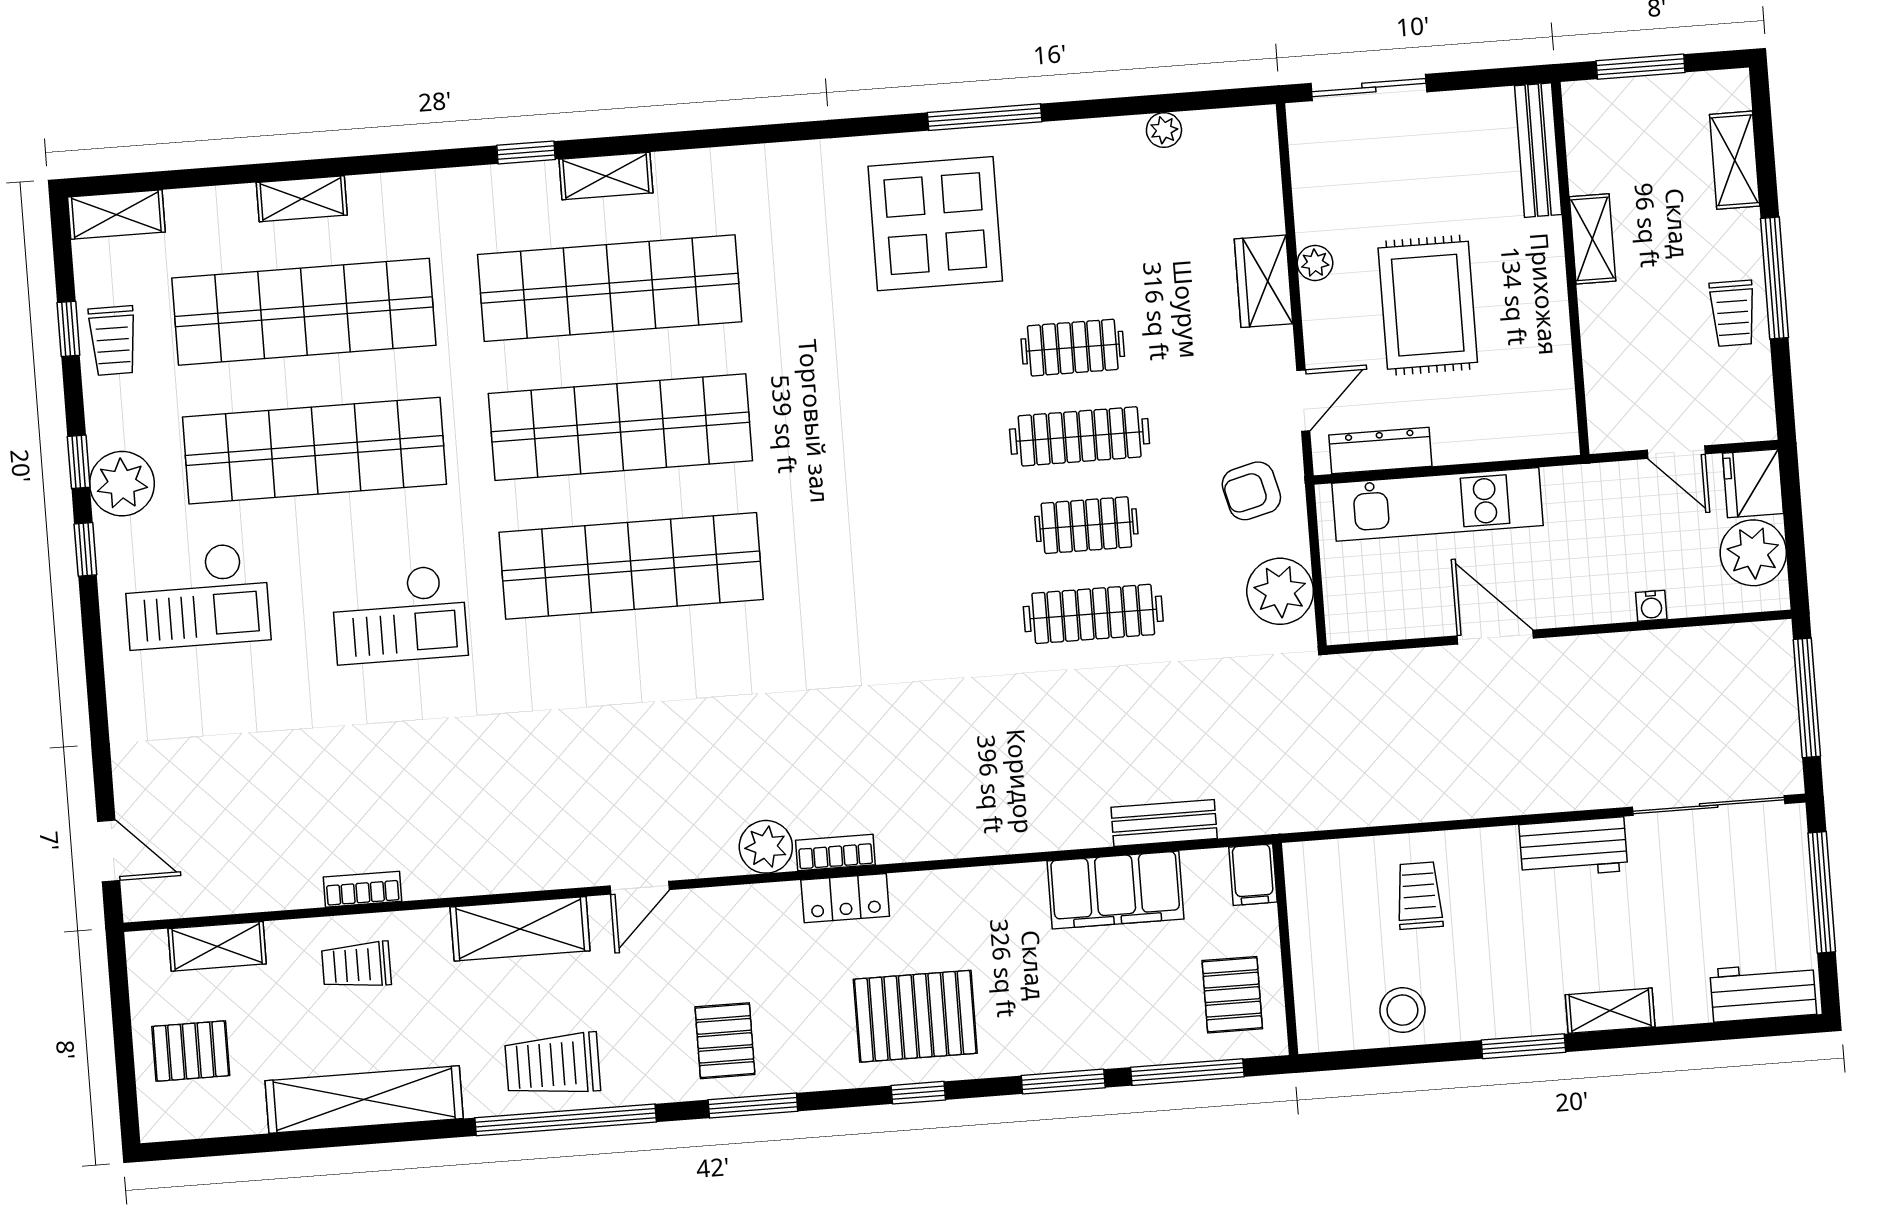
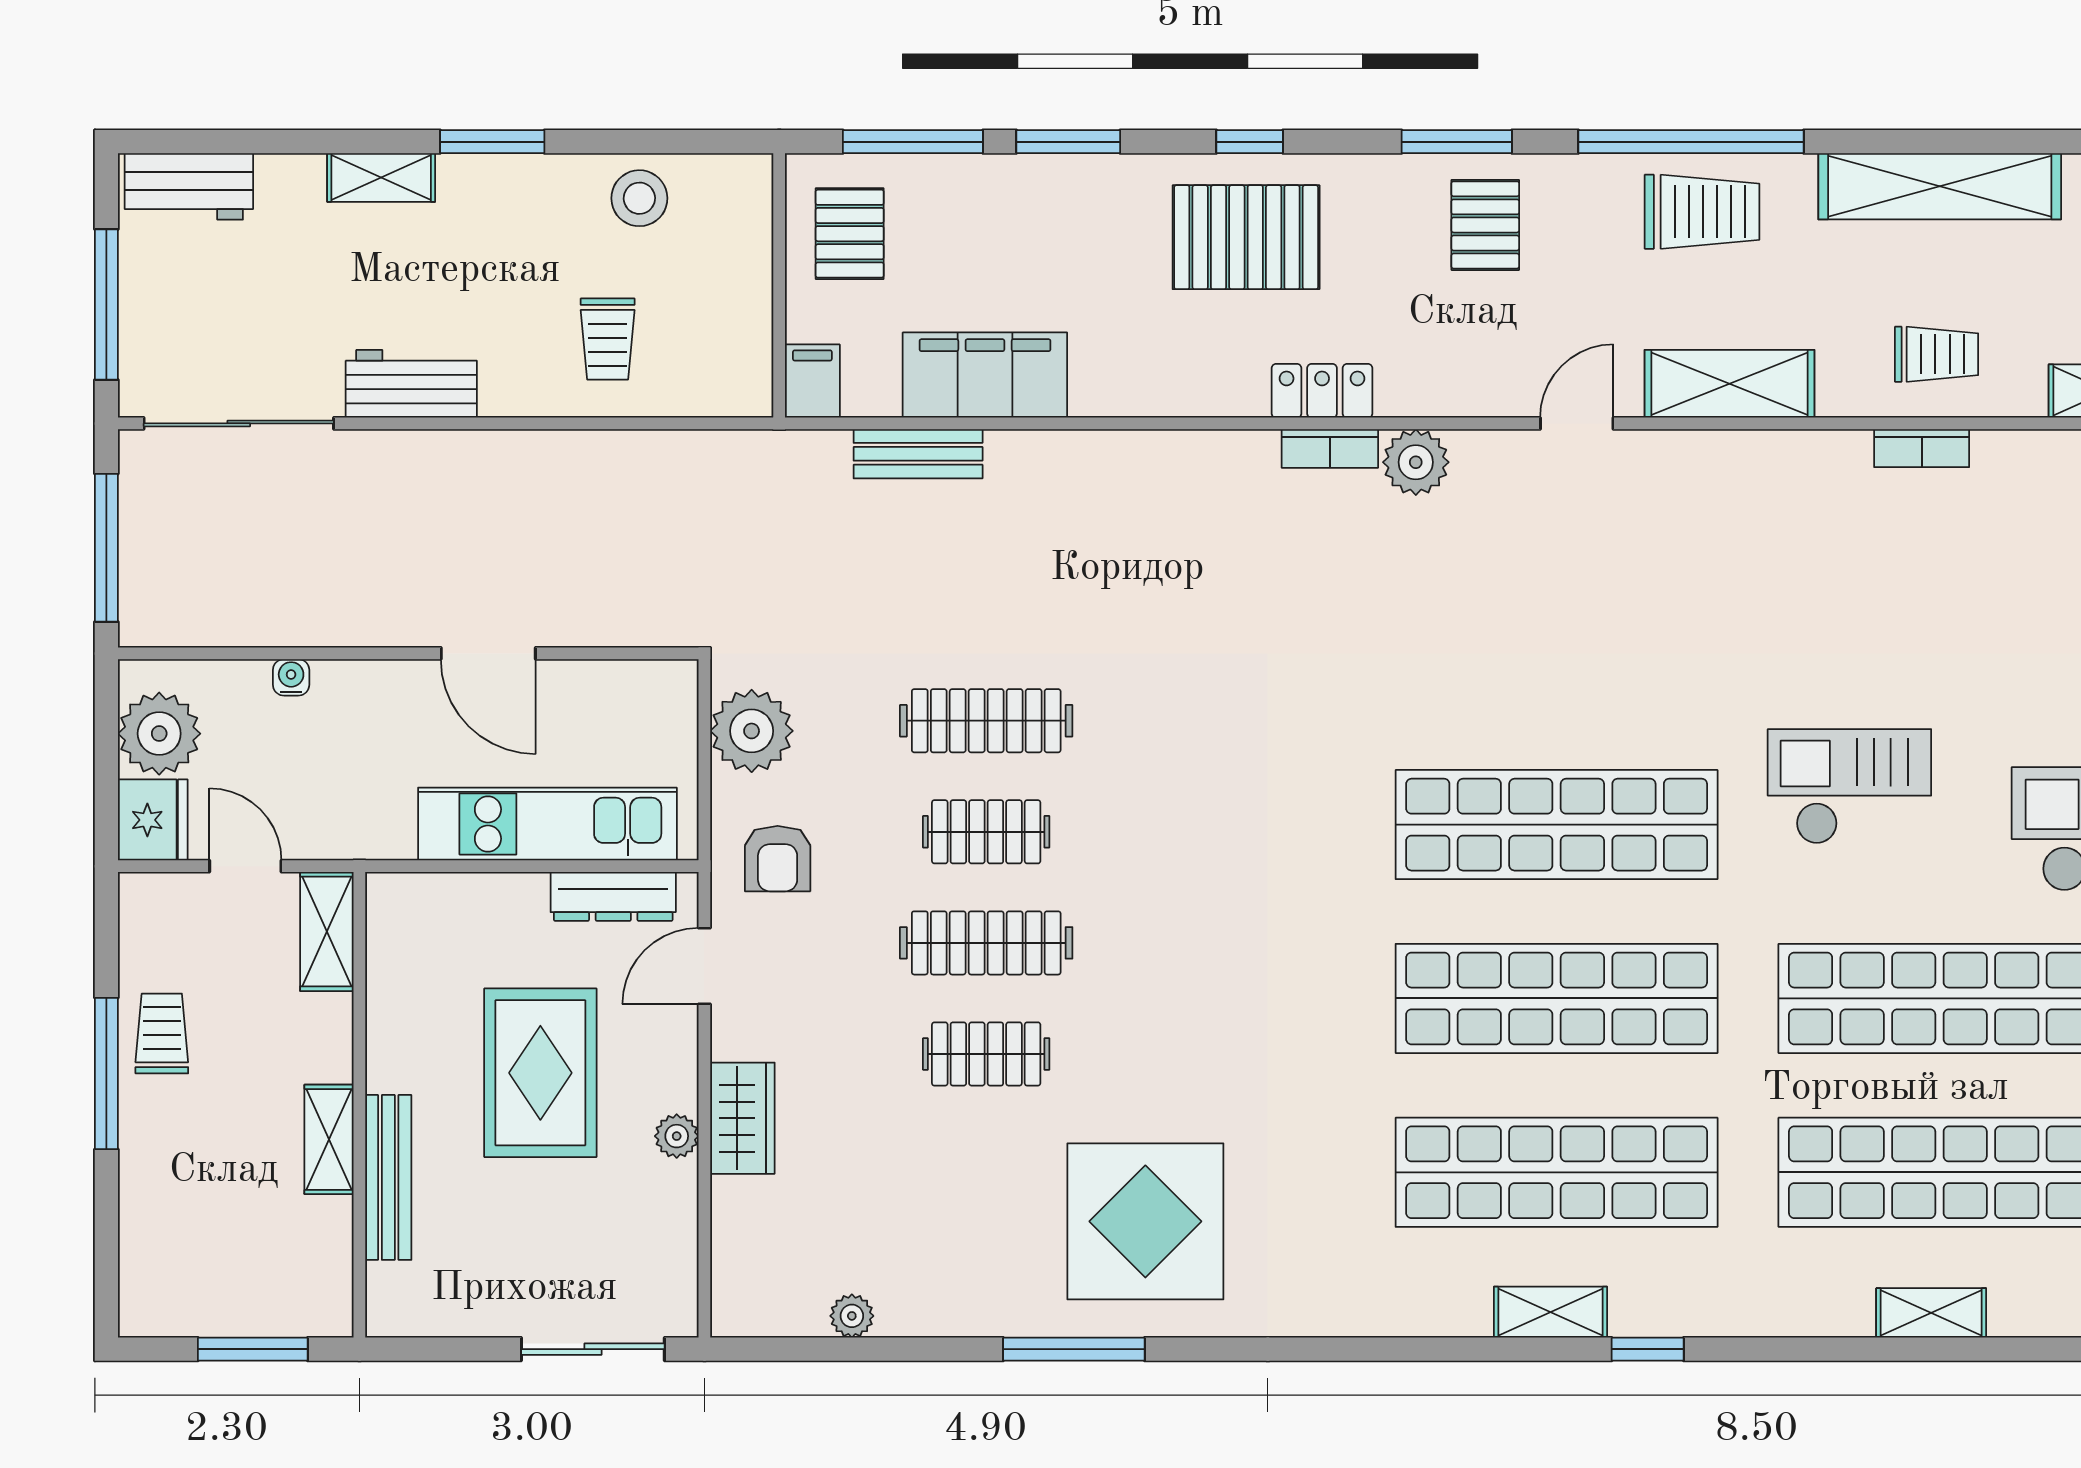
bench: (1538, 150) -> (388, 1177), moved
shelving: (1735, 160) -> (327, 931), moved
armchair: (1251, 491) -> (778, 859), turned 104

